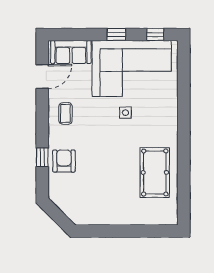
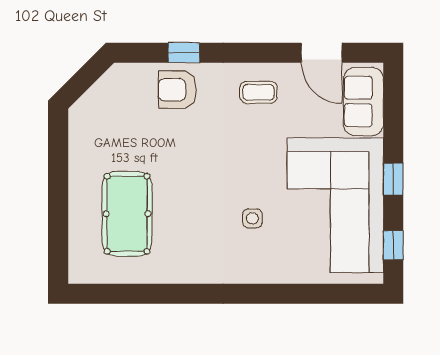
side table: (126, 113) -> (252, 218), moved
armchair: (64, 161) -> (177, 90), turned 180
pool table: (155, 172) -> (127, 214), moved, turned 90

